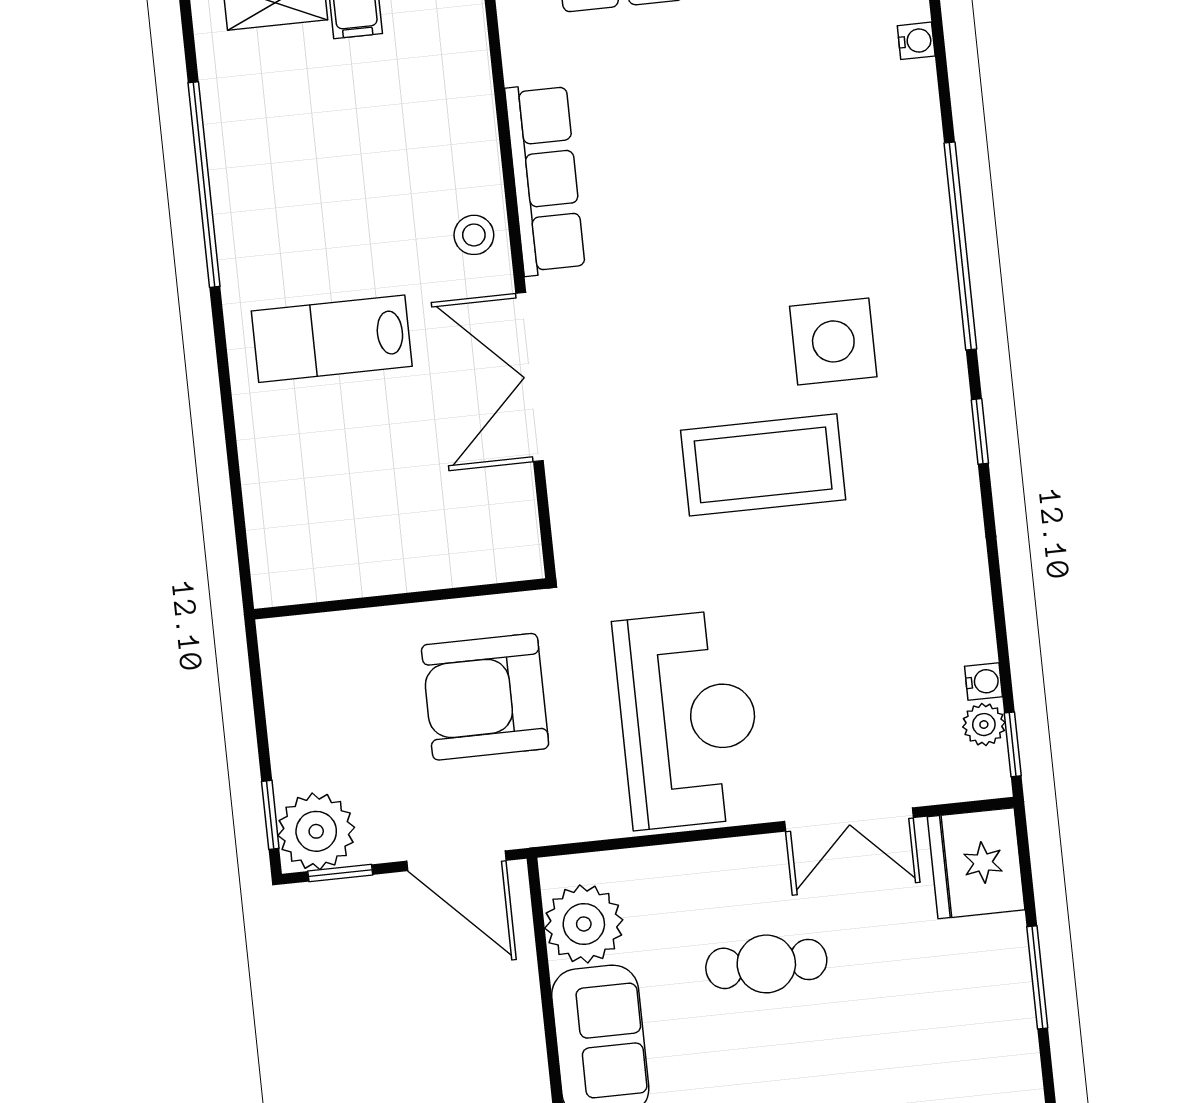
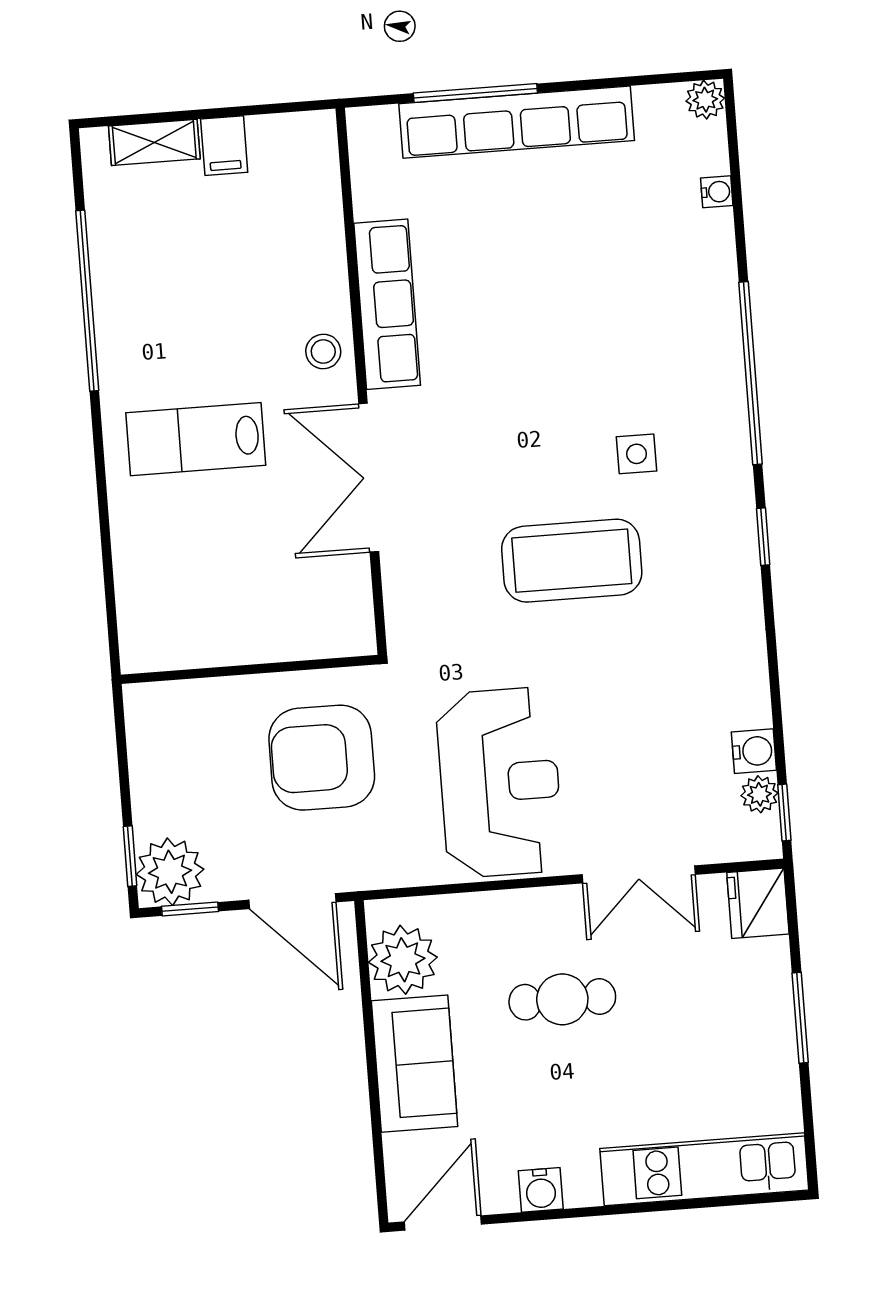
side table: (833, 341) -> (637, 454), width x0.54, depth x0.54
water cooler: (983, 682) -> (754, 751), width x1.38, depth x1.38
fridge: (976, 863) -> (758, 903), width x0.73, depth x0.75

